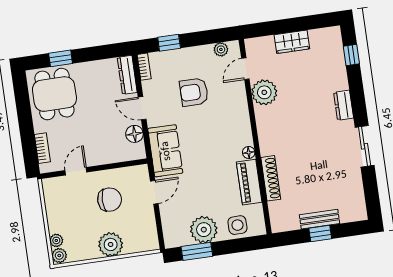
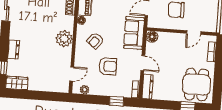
wardrobe: (292, 42) -> (17, 83), moved
plant: (264, 92) -> (64, 39), moved
dresser: (344, 105) -> (14, 49), moved
armchair: (221, 127) -> (95, 41), added
floor lamp: (134, 134) -> (152, 37), moved

